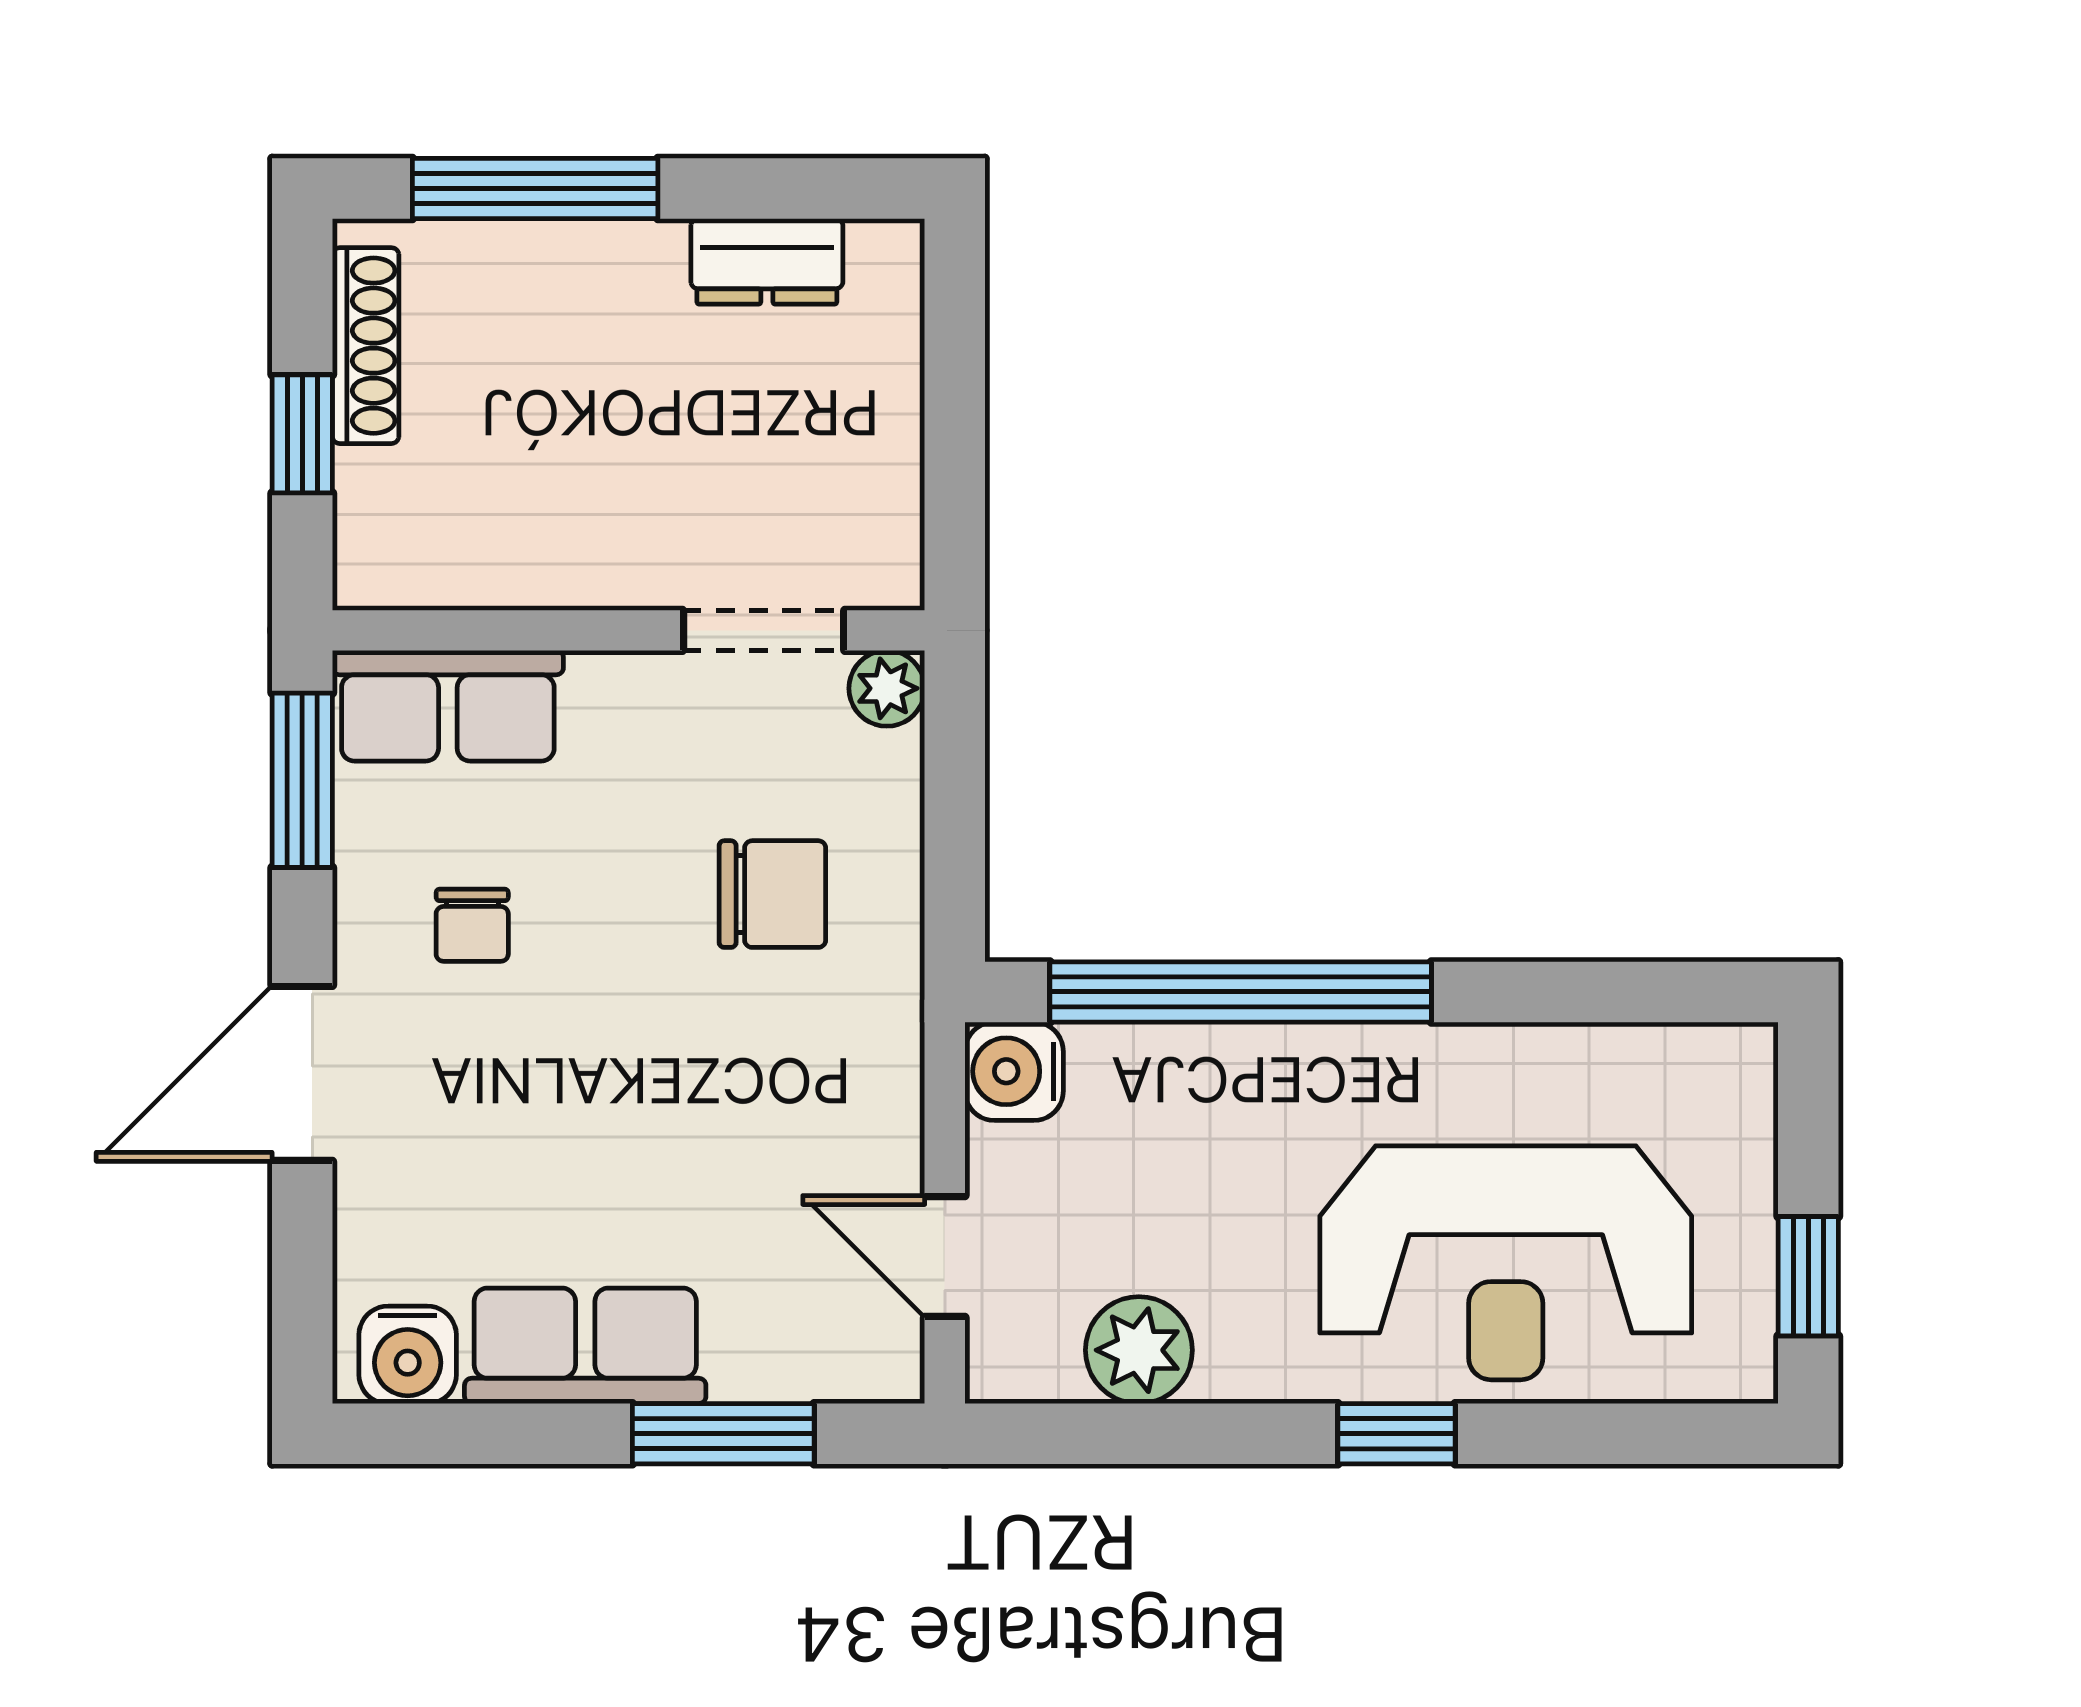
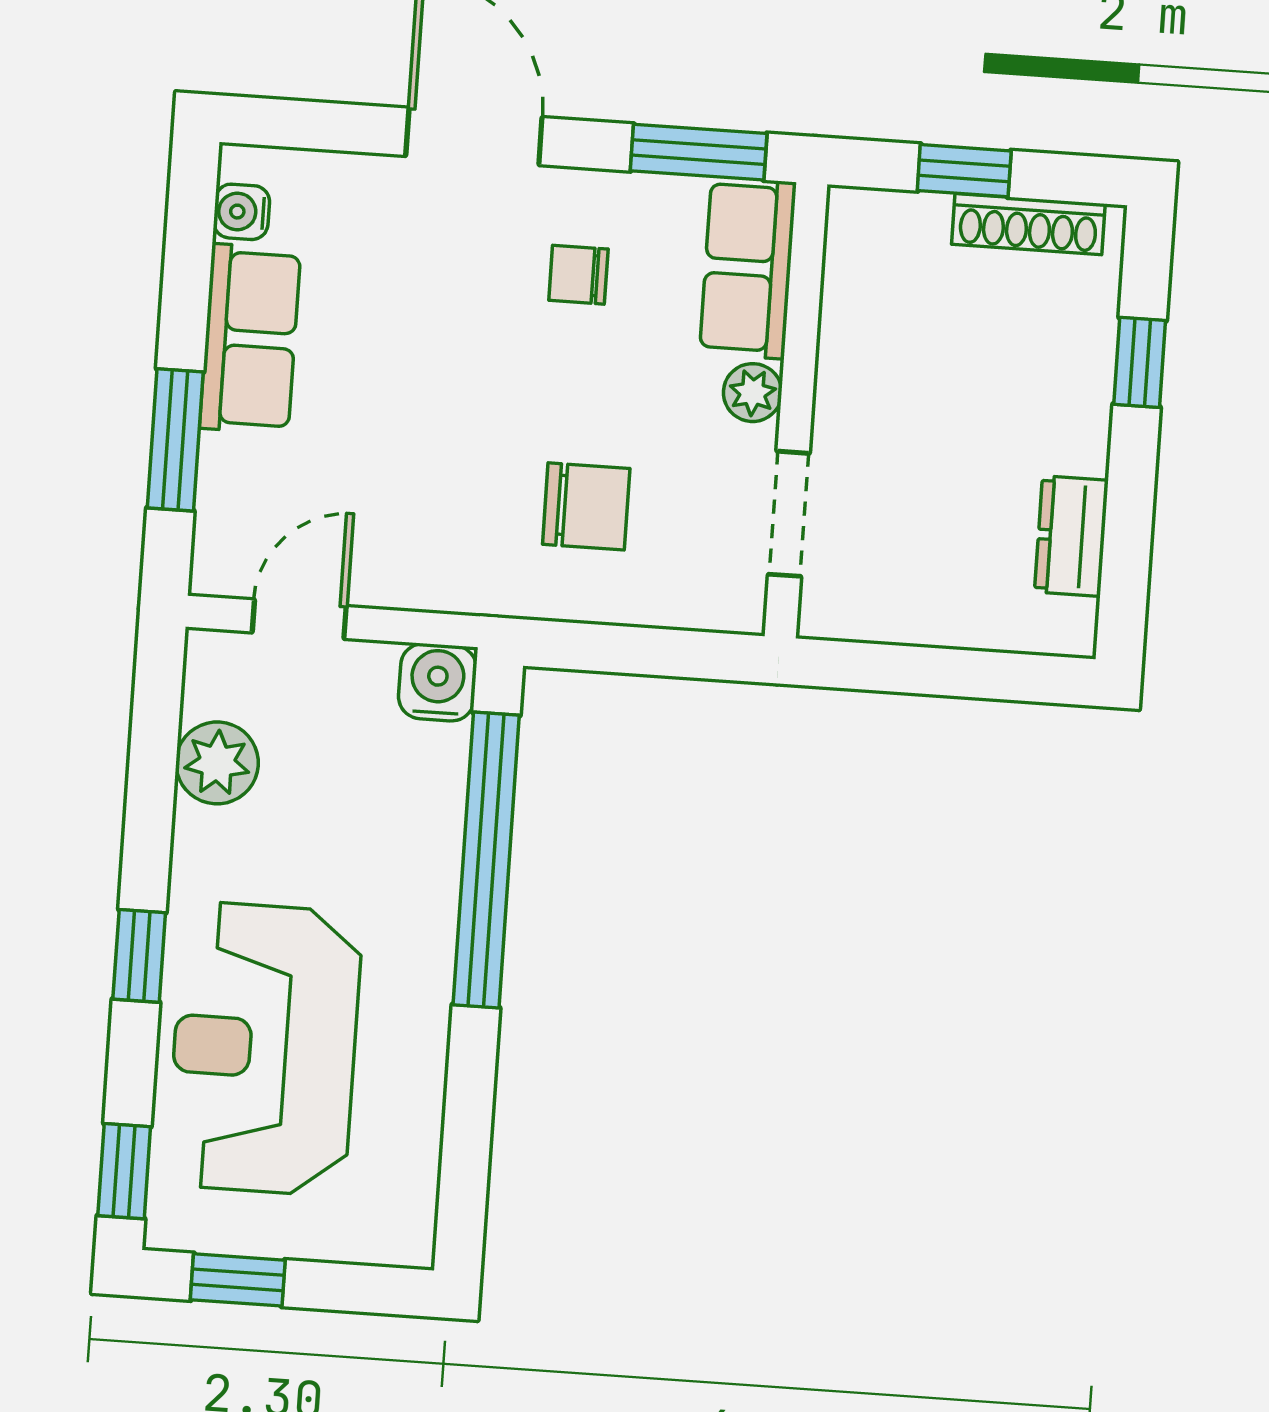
window: (535, 189) -> (1140, 362), width x0.46
plant: (887, 688) -> (753, 393), moved
chair: (772, 894) -> (586, 506), turned -90
water cooler: (408, 1355) -> (242, 212), width x0.72, depth x0.72
window: (1677, 1434) -> (124, 1171), added

